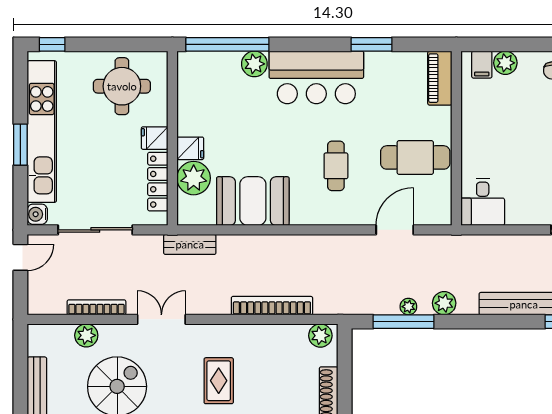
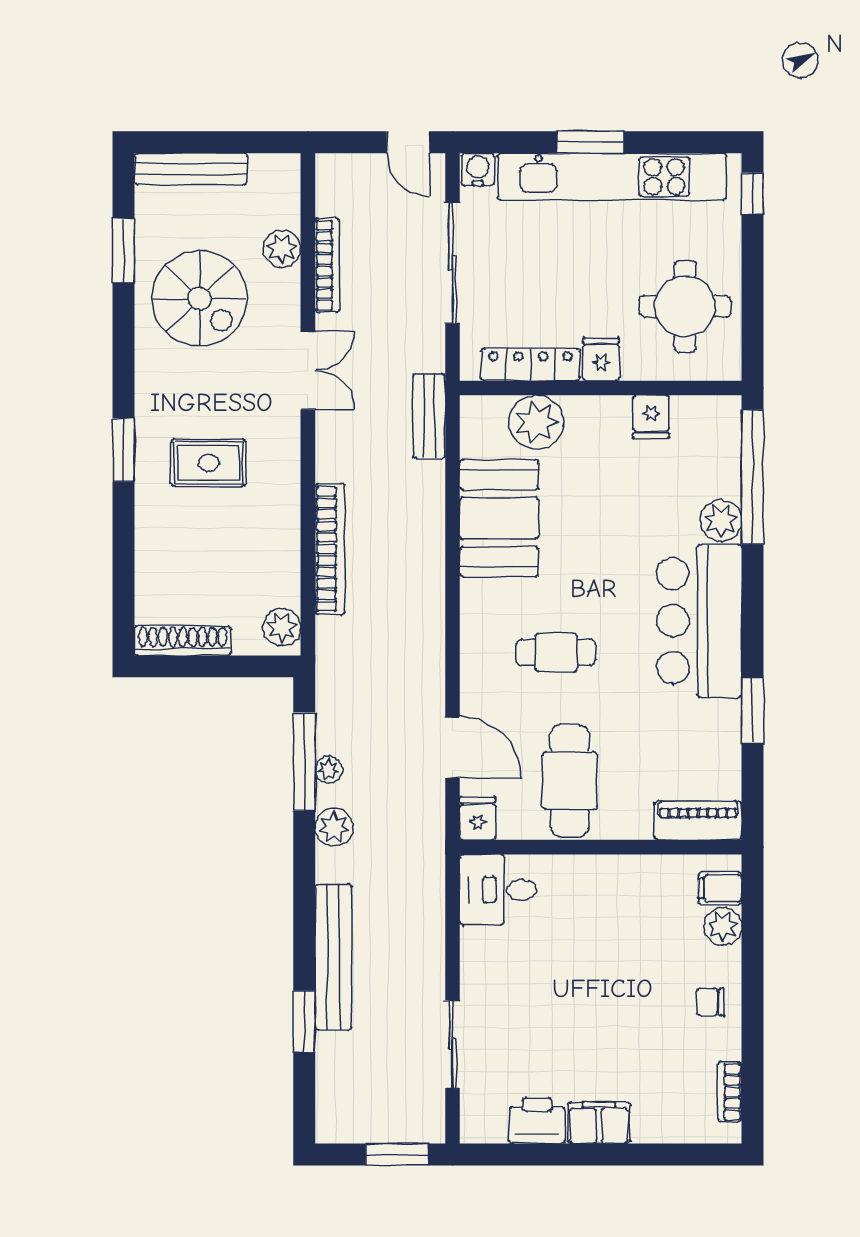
fridge: (190, 148) -> (651, 417), moved
fridge: (439, 214) -> (478, 818), added

